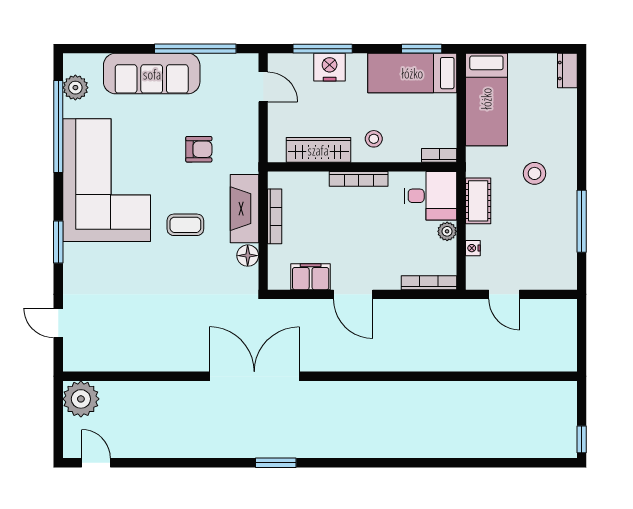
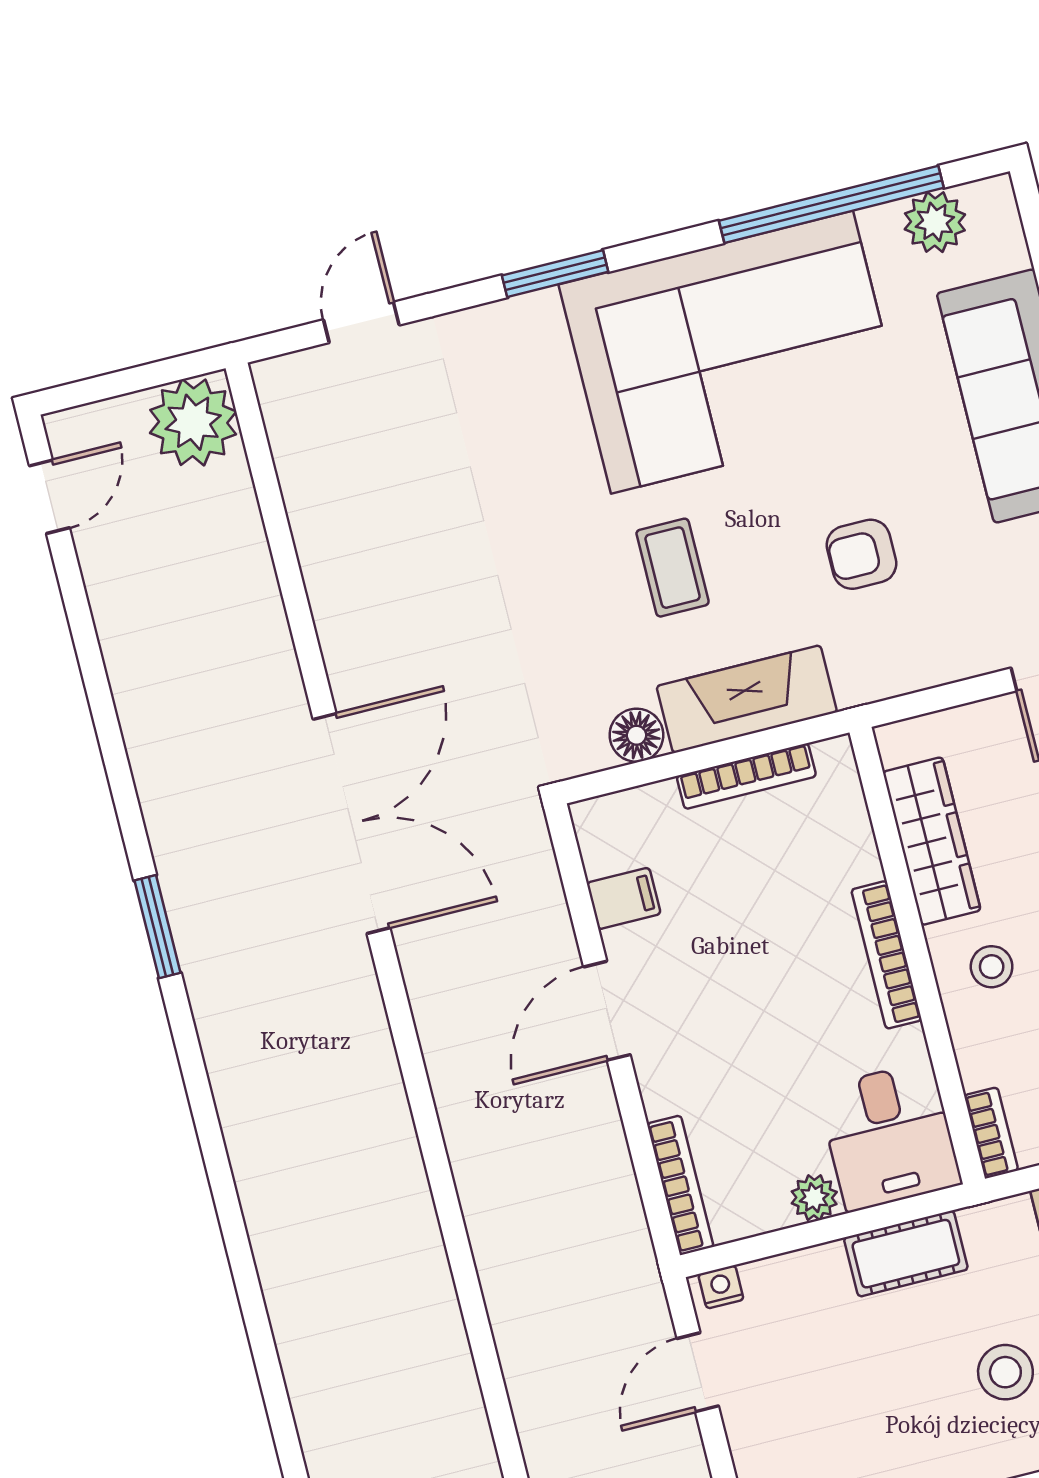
armchair: (199, 149) -> (861, 554), turned 90
nightstand: (473, 248) -> (721, 1287), moved
filing cabinet: (311, 277) -> (624, 898), width x0.50

